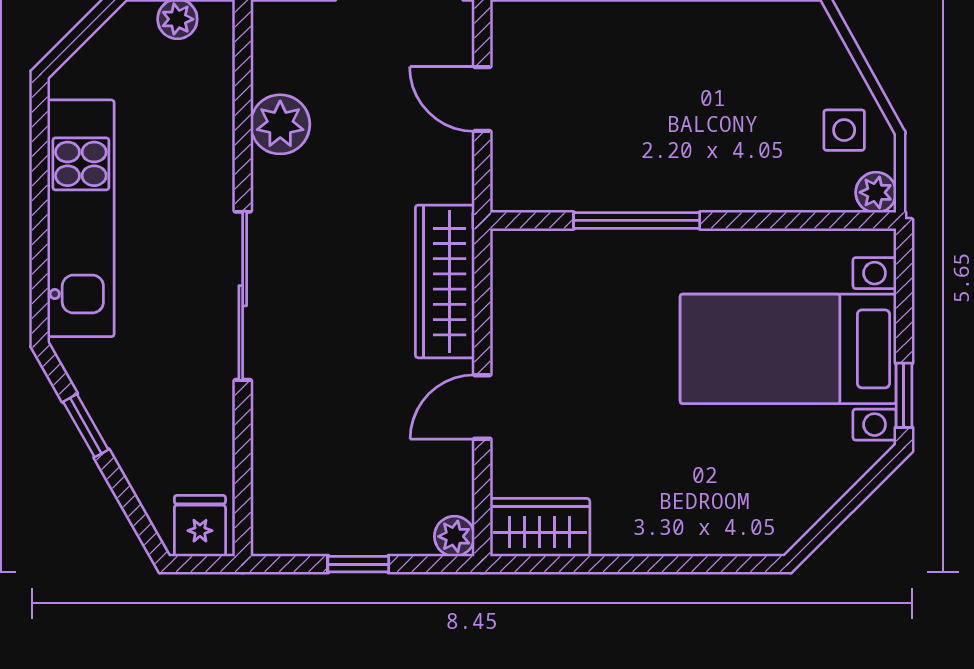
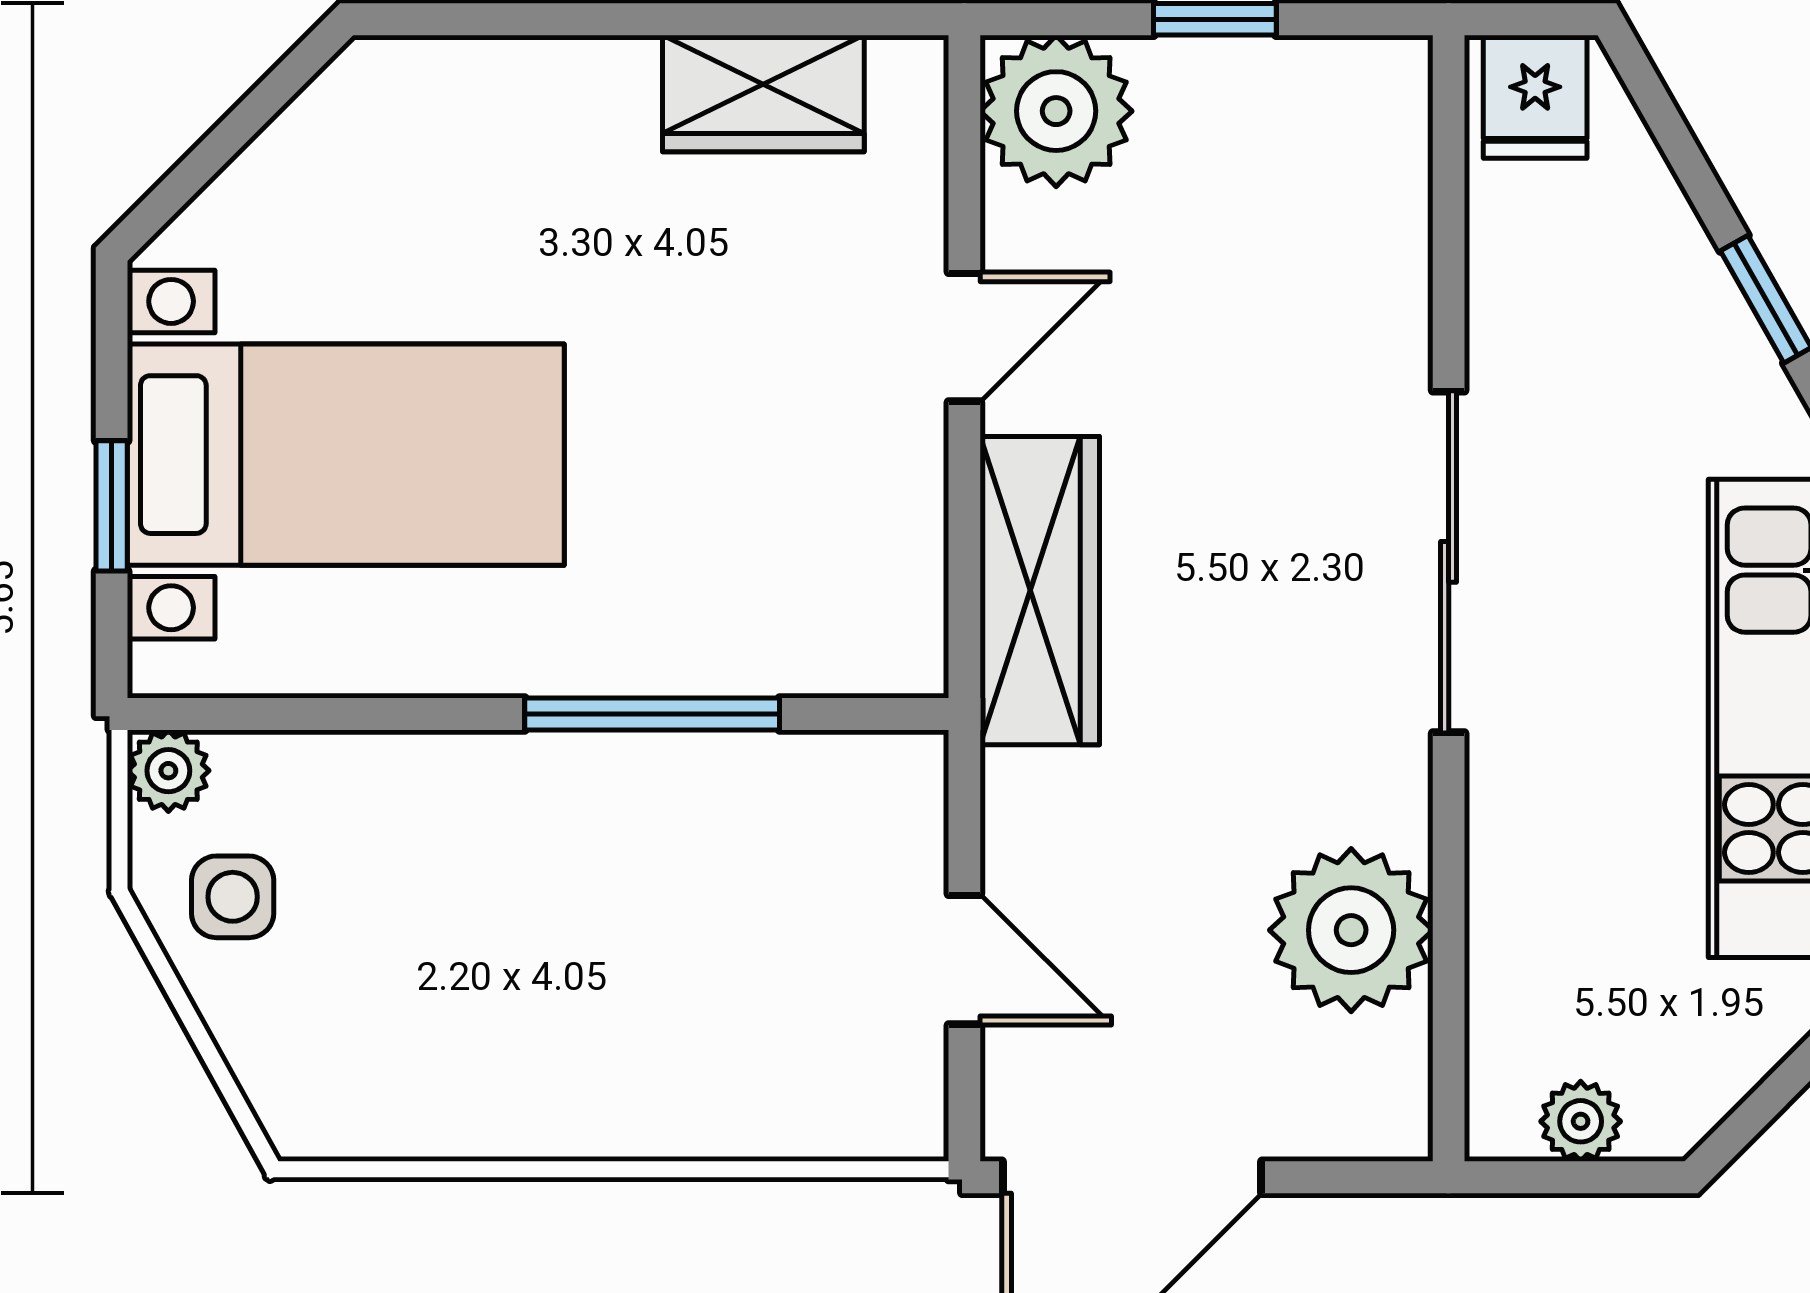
plant: (280, 124) -> (1351, 930), width x1.36, depth x1.36
window: (904, 395) -> (112, 506), moved
wardrobe: (540, 527) -> (763, 94), moved
plant: (454, 536) -> (1056, 111), width x1.88, depth x1.88

